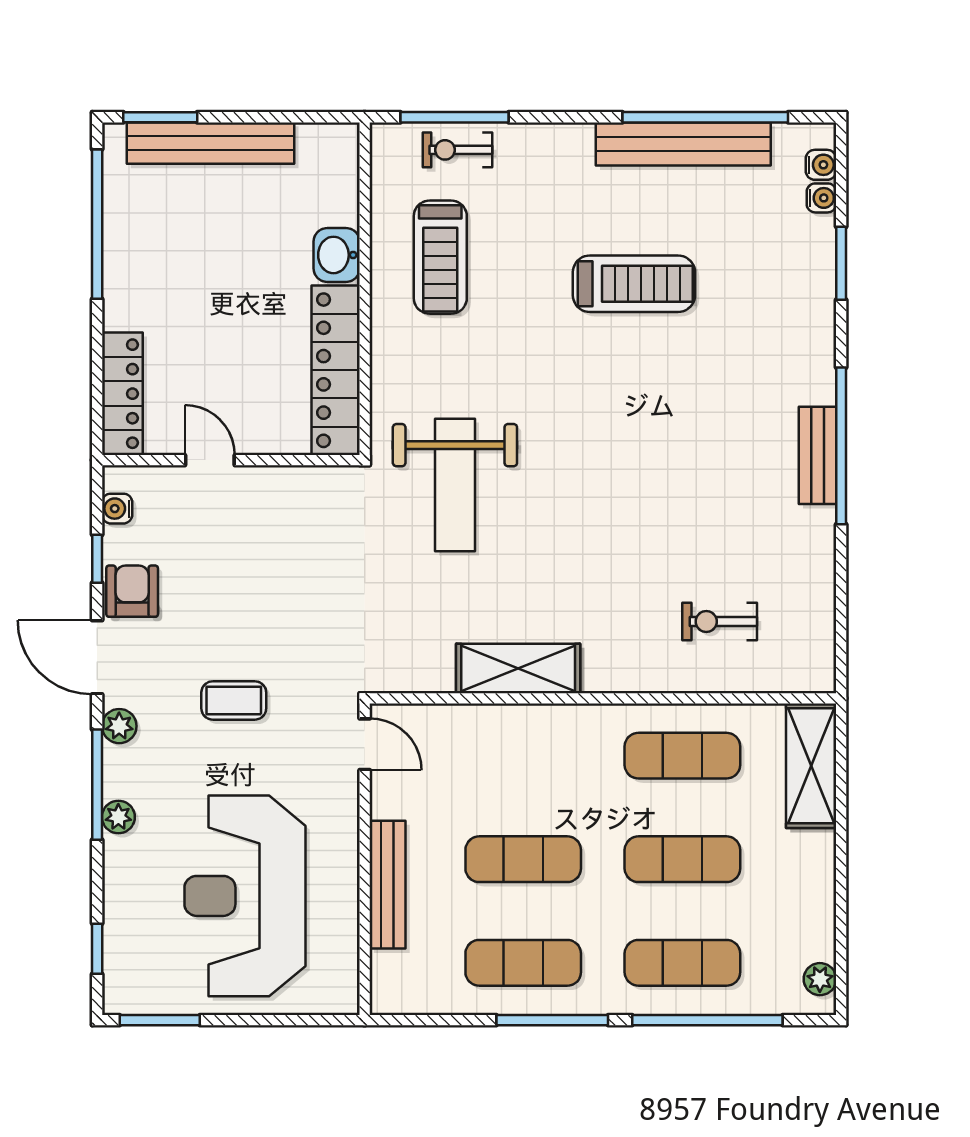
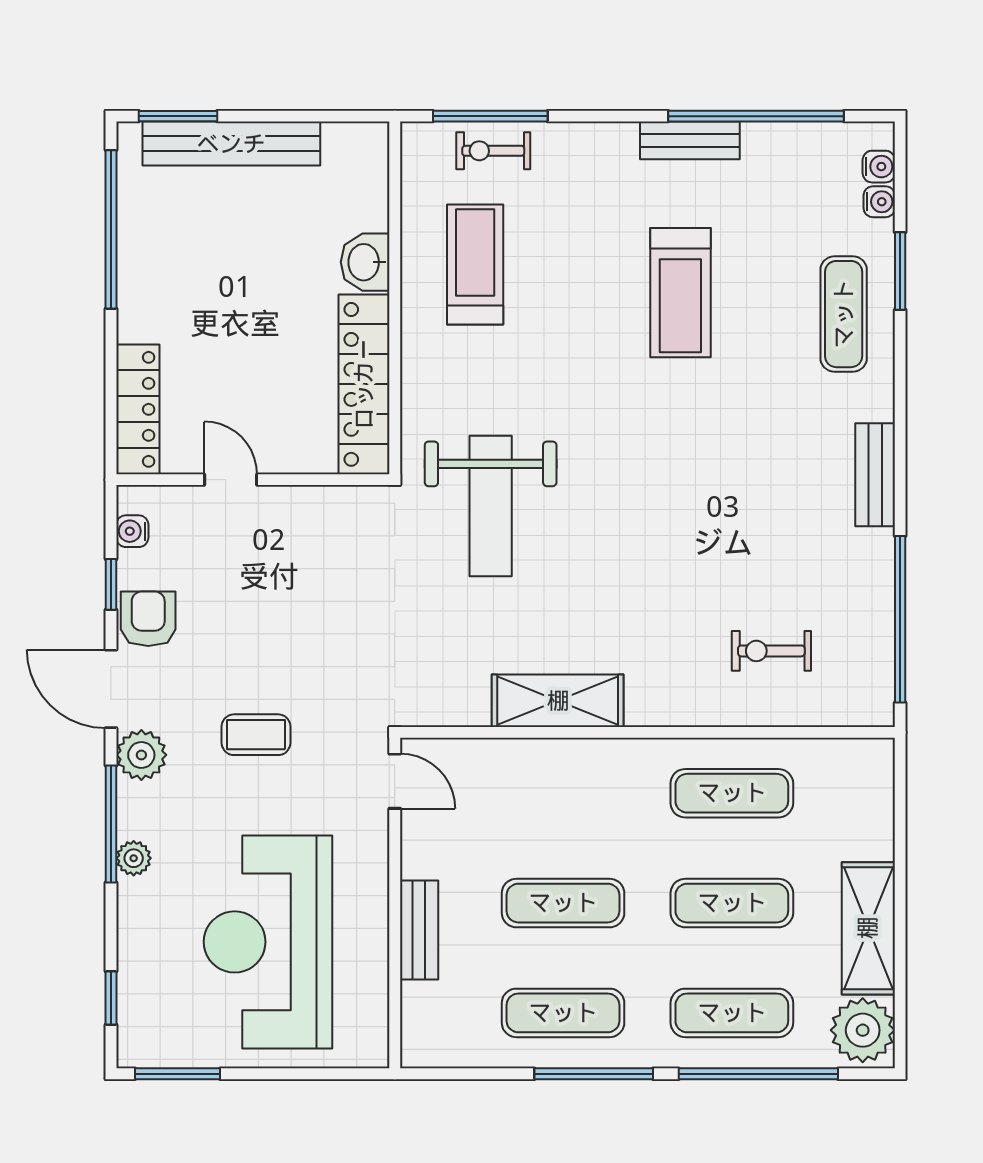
bench: (683, 144) -> (690, 140), width x0.54, depth x0.82
treadmill: (440, 257) -> (475, 265), turned 180
treadmill: (634, 284) -> (680, 293), turned 90
exercise mat: (788, 304) -> (844, 314), added
window: (841, 446) -> (900, 619), moved
plant: (119, 726) -> (141, 755), width x1.38, depth x1.38
shelving: (811, 766) -> (868, 928), moved
bench: (387, 885) -> (419, 930), width x0.73
plant: (820, 979) -> (863, 1030), width x1.88, depth x1.88

